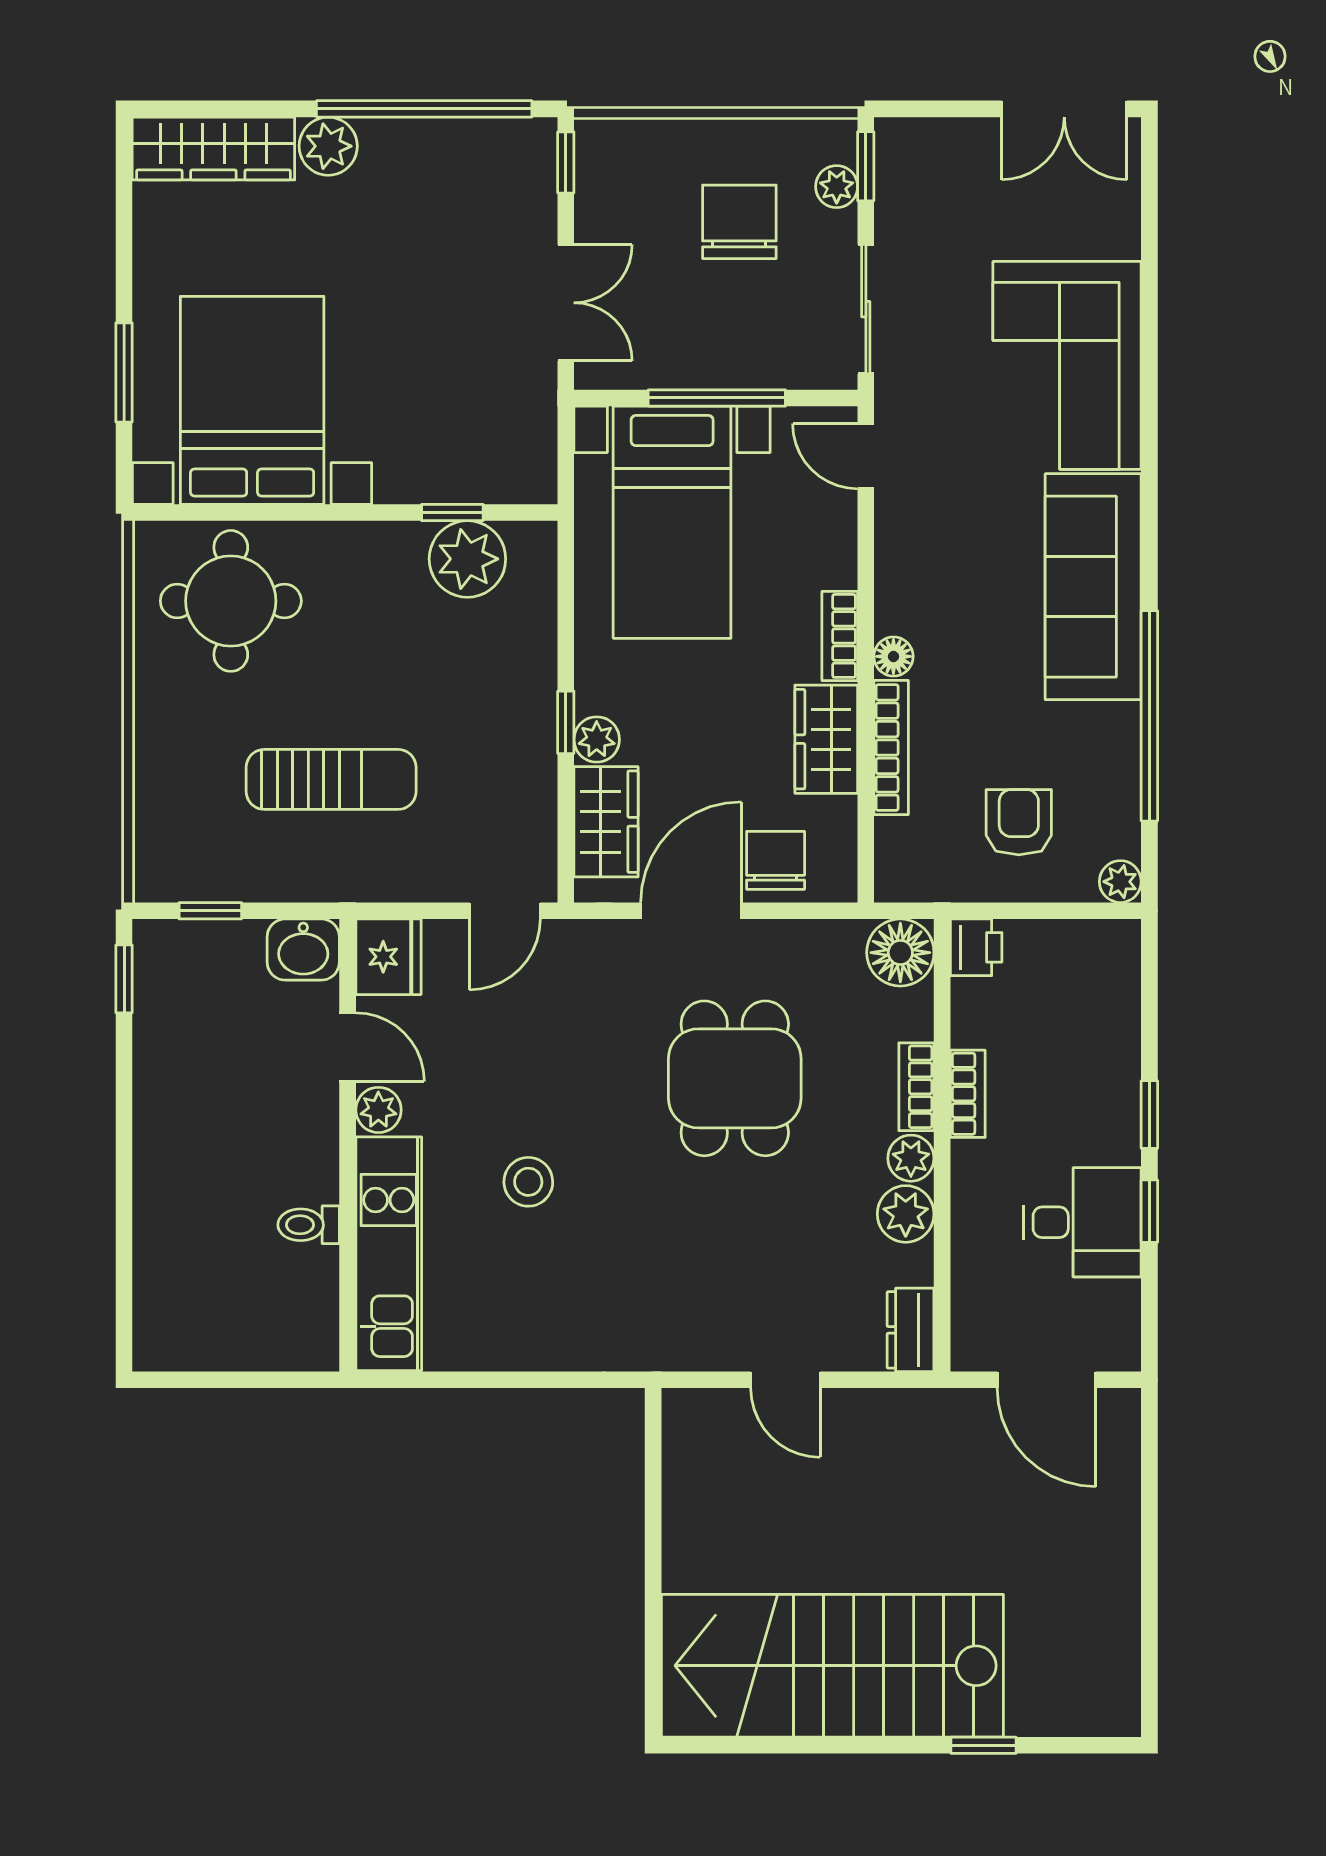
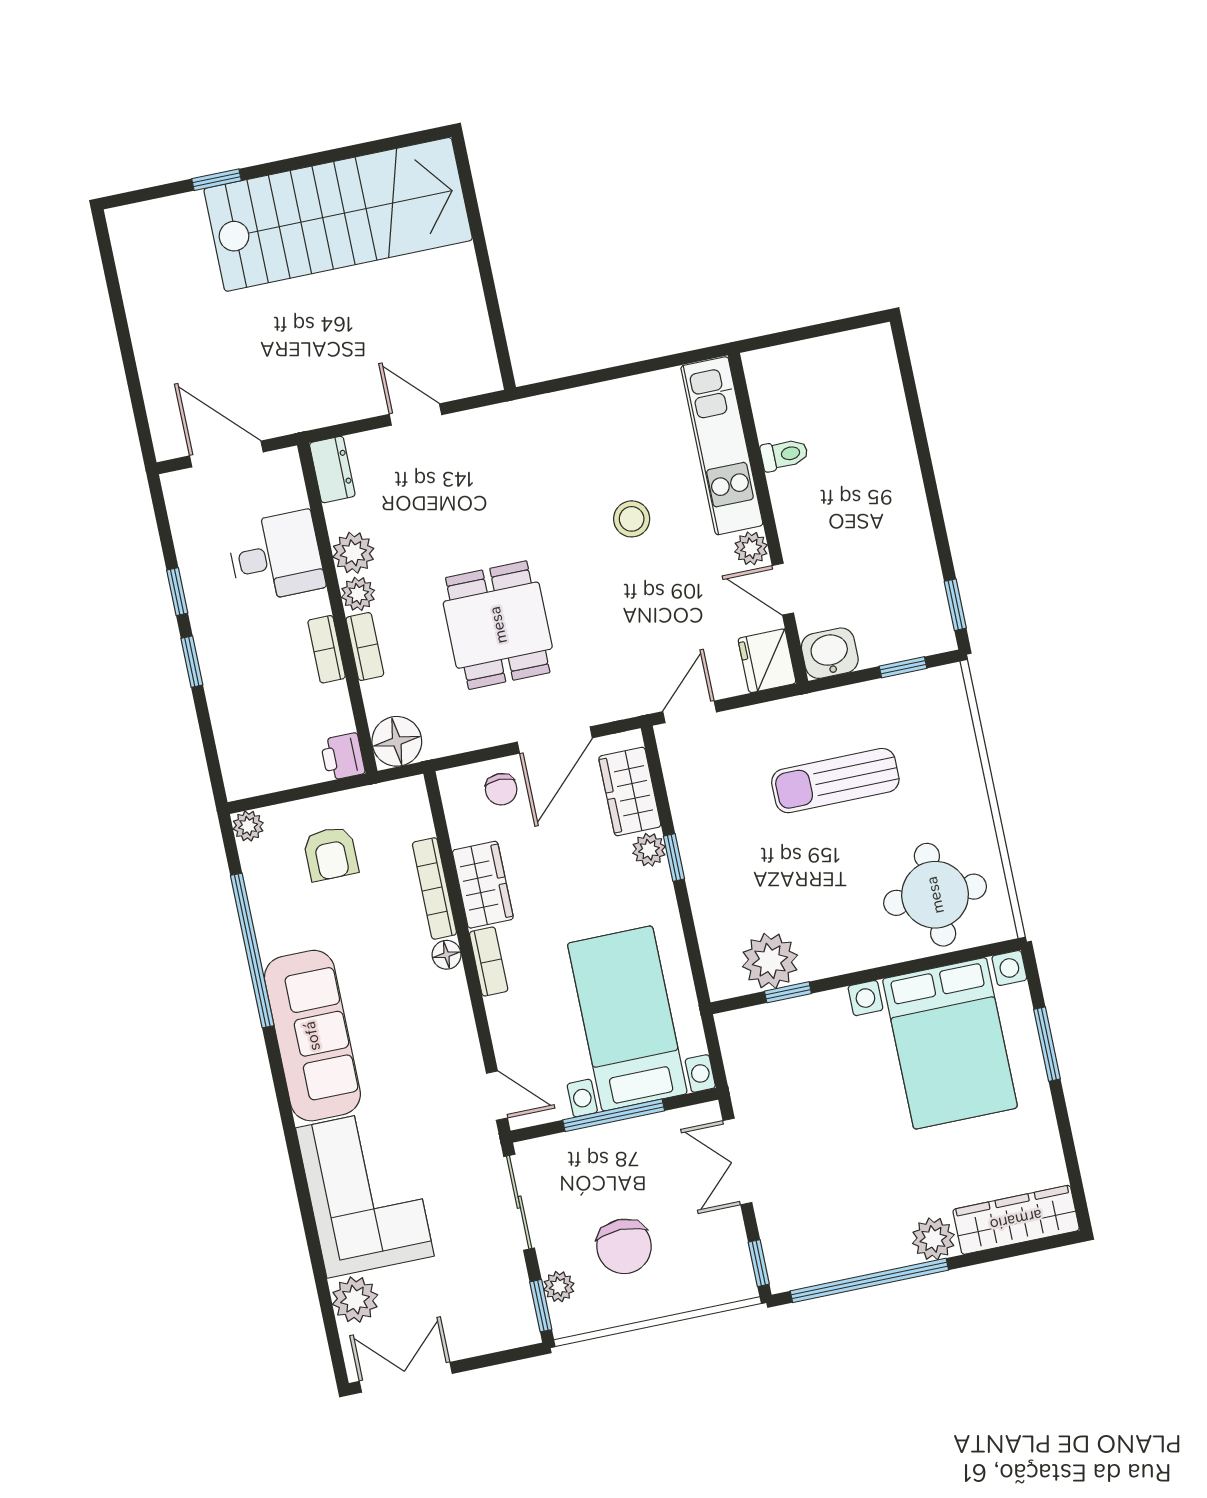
plant: (1110, 226) -> (355, 1300), added
chair: (776, 860) -> (501, 789), width x0.73, depth x0.73
desk: (1082, 1222) -> (276, 557), moved, turned 180

